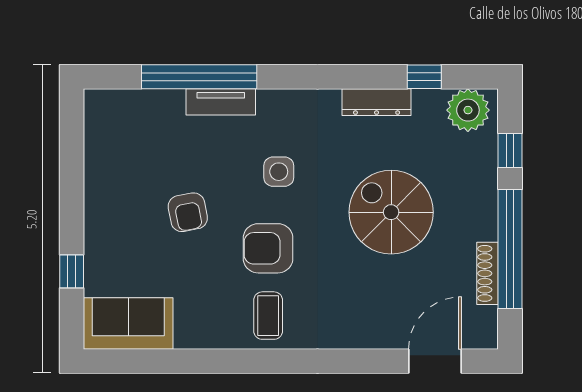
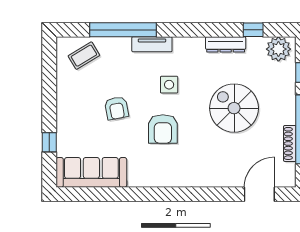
tv unit: (221, 102) -> (152, 44), moved
armchair: (268, 248) -> (163, 129), turned -90
coffee table: (268, 316) -> (84, 56), moved, turned 59
sofa: (128, 323) -> (91, 172), width x1.36

